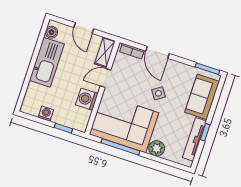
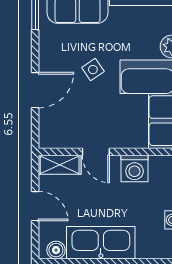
door: (84, 28) -> (35, 206), hinge flipped
bookcase: (132, 51) -> (45, 127), removed

